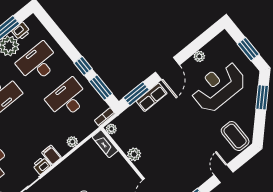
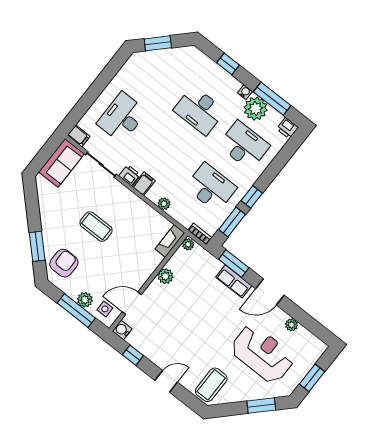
printer: (21, 31) -> (287, 128), moved

